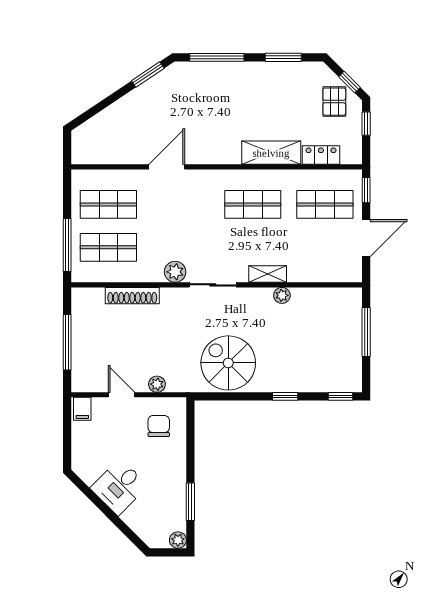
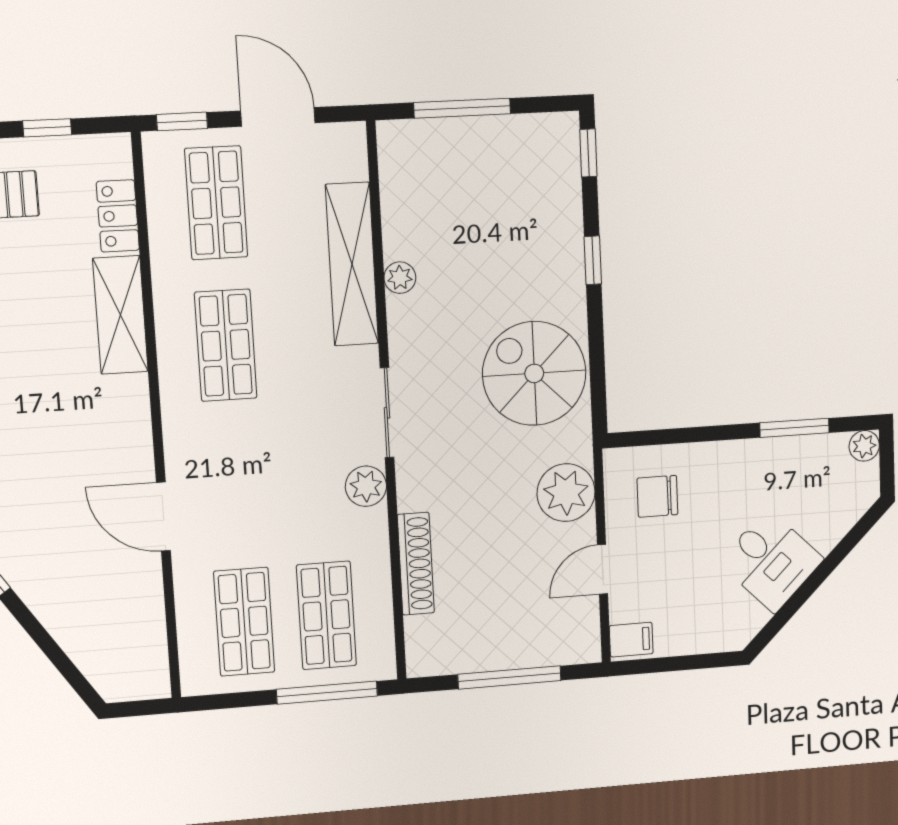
shelving: (268, 274) -> (352, 264), width x2.20, depth x1.33
spiral stairs: (228, 363) -> (534, 373), turned 90
plant: (157, 384) -> (566, 493), width x1.87, depth x1.87

